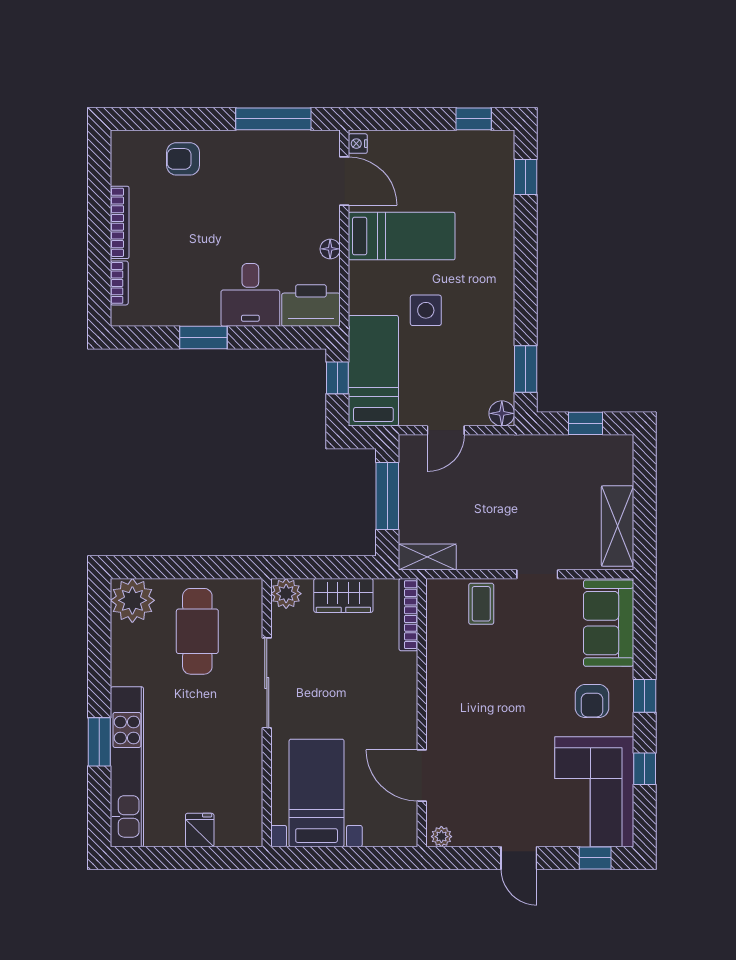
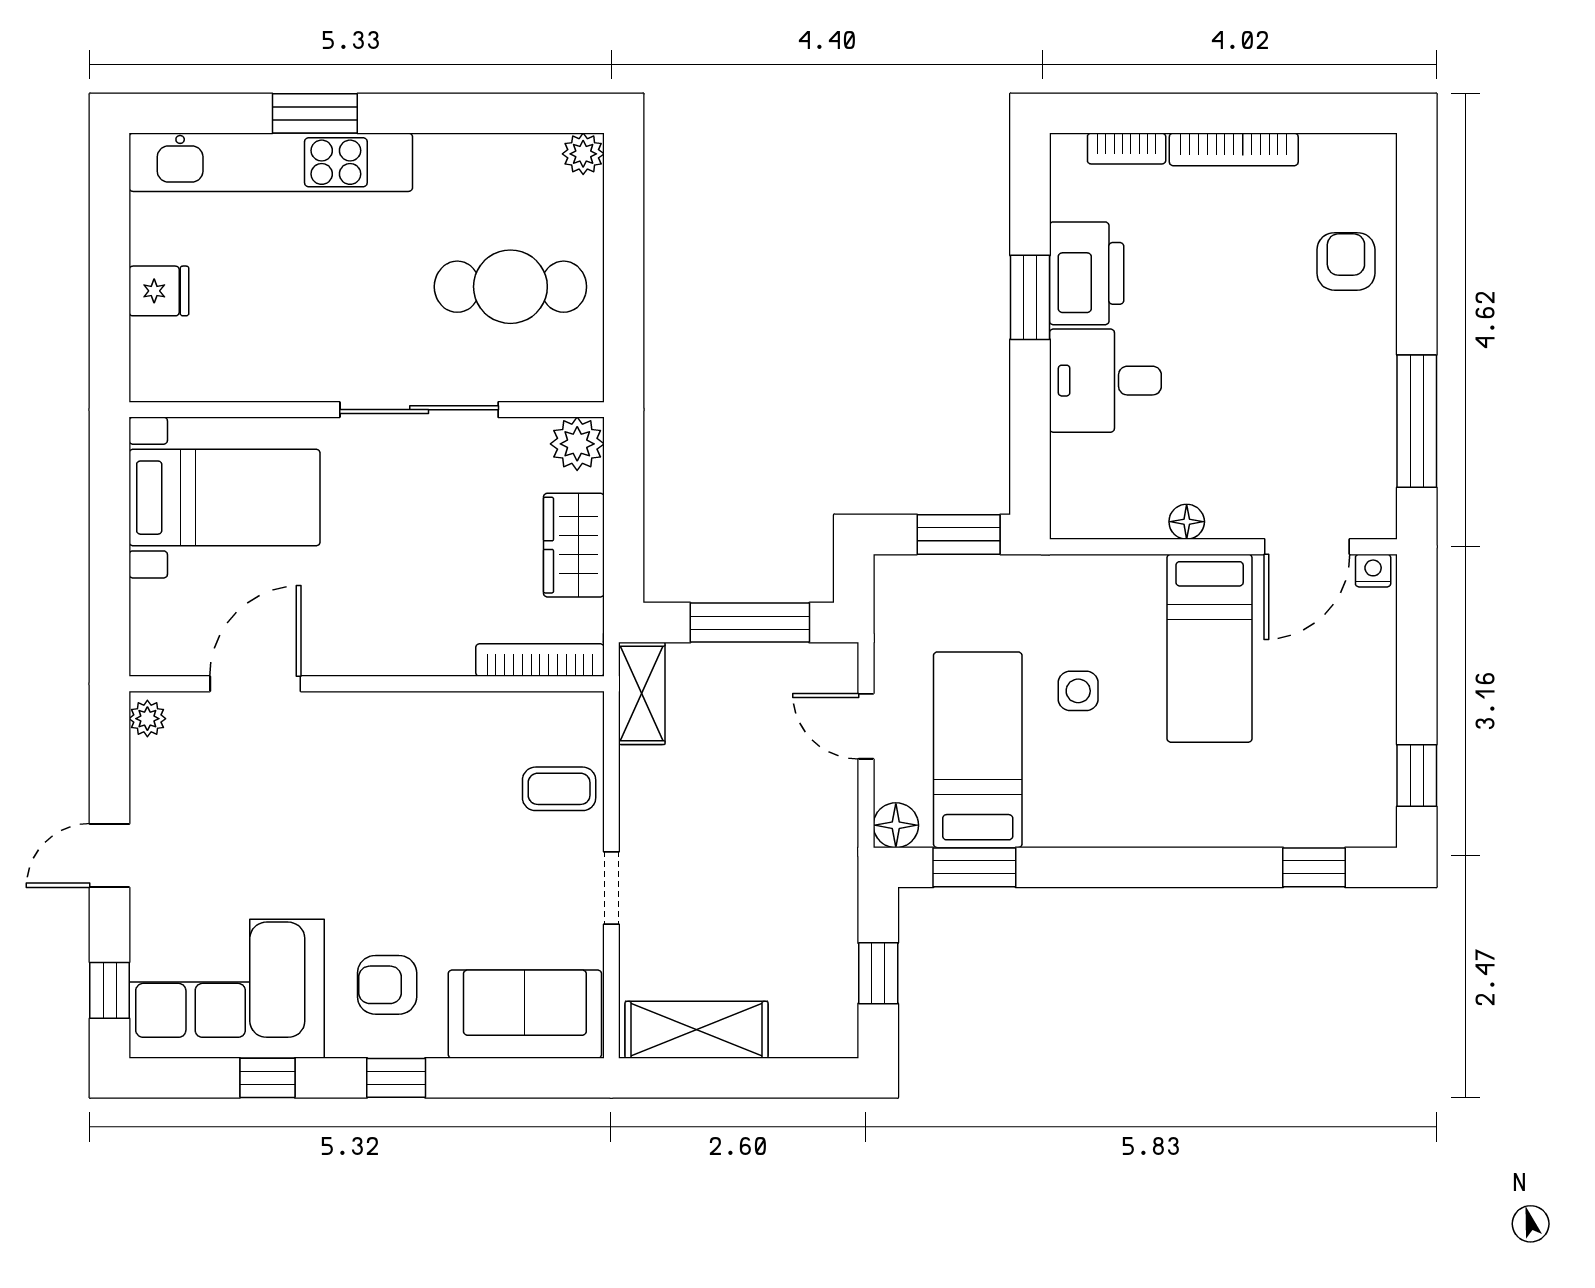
printer: (311, 306) -> (1087, 273), moved
side table: (426, 310) -> (1078, 691), width x0.73, depth x0.73
bed: (373, 371) -> (978, 750), moved, turned -90
window: (337, 378) -> (959, 534), width x1.50
plant: (132, 600) -> (583, 154), width x0.53, depth x0.53

